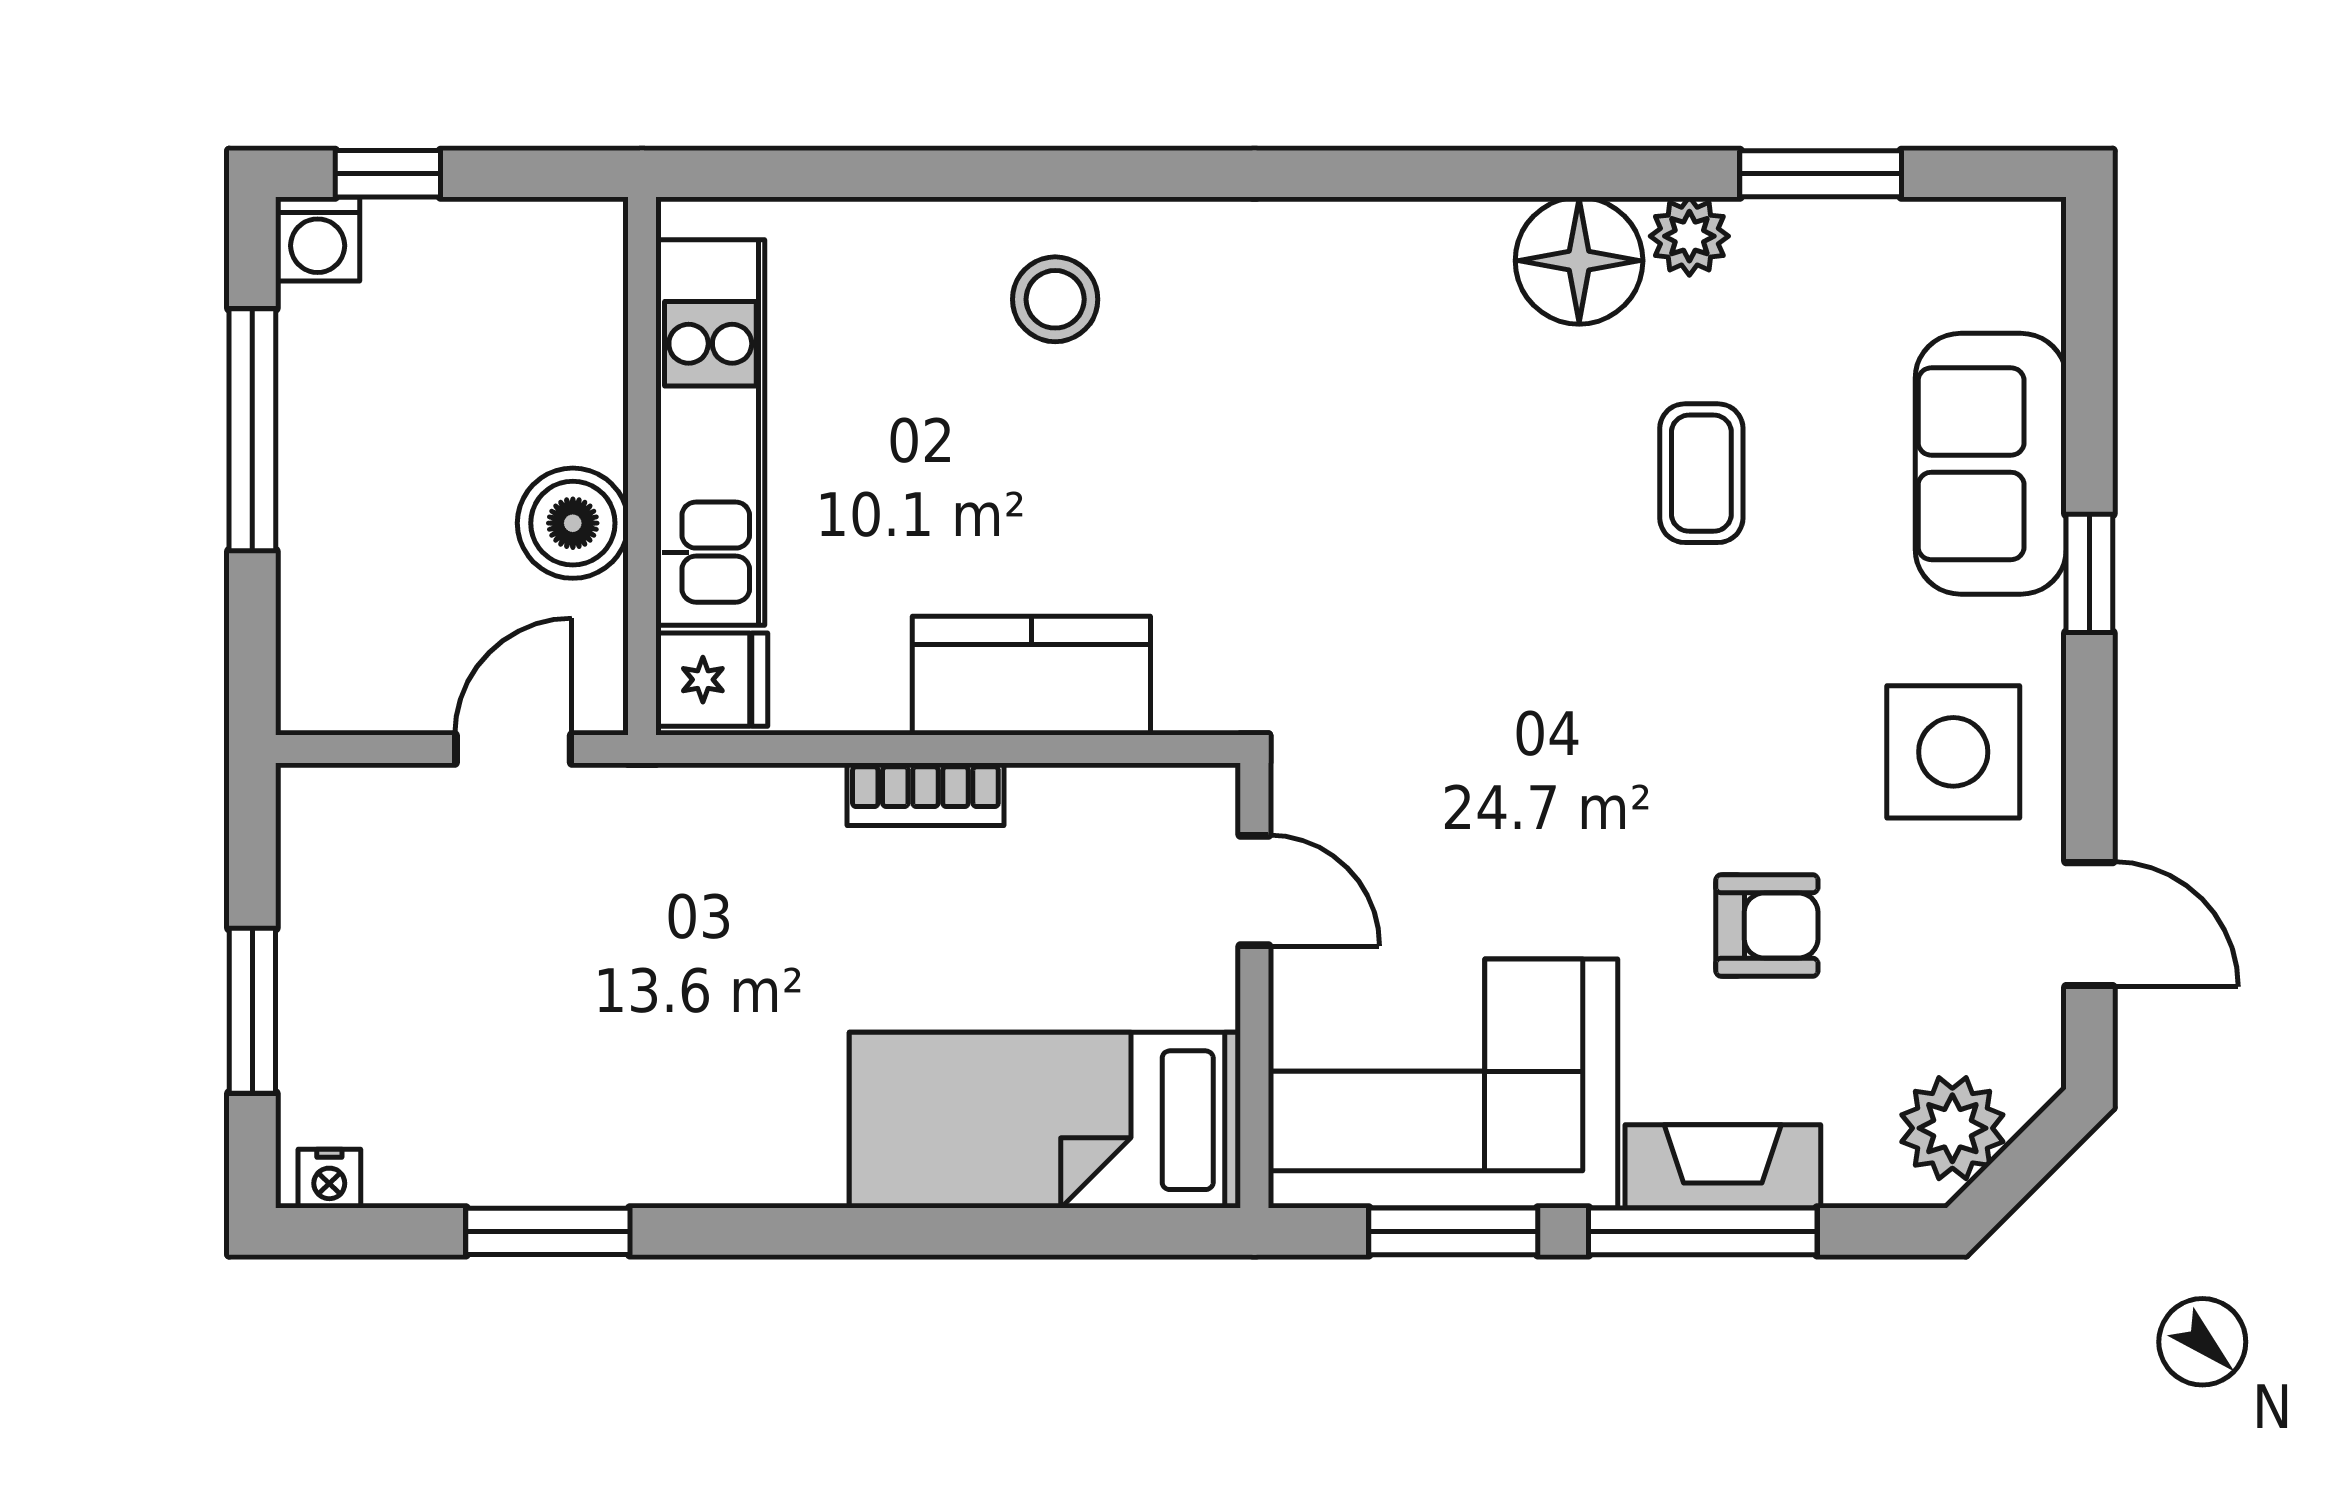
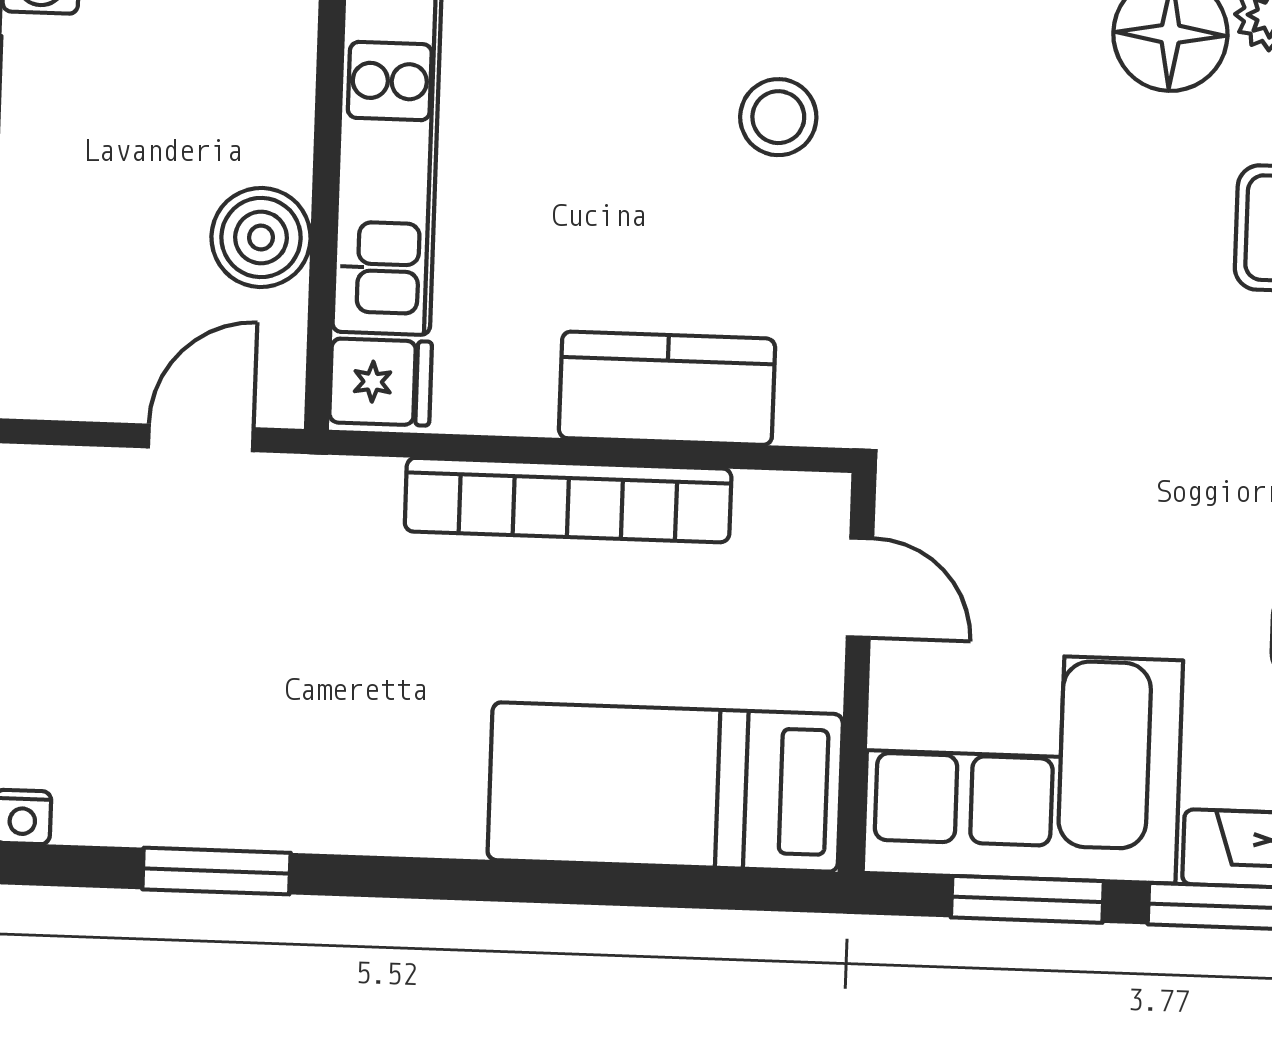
stool: (1055, 299) -> (778, 117), moved
bookcase: (925, 794) -> (568, 500), width x2.31, depth x1.31

